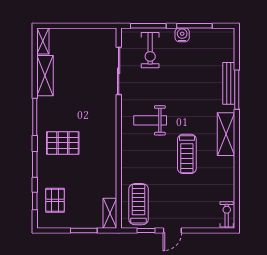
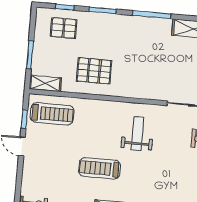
pallet: (63, 143) -> (94, 71), moved, turned 90

